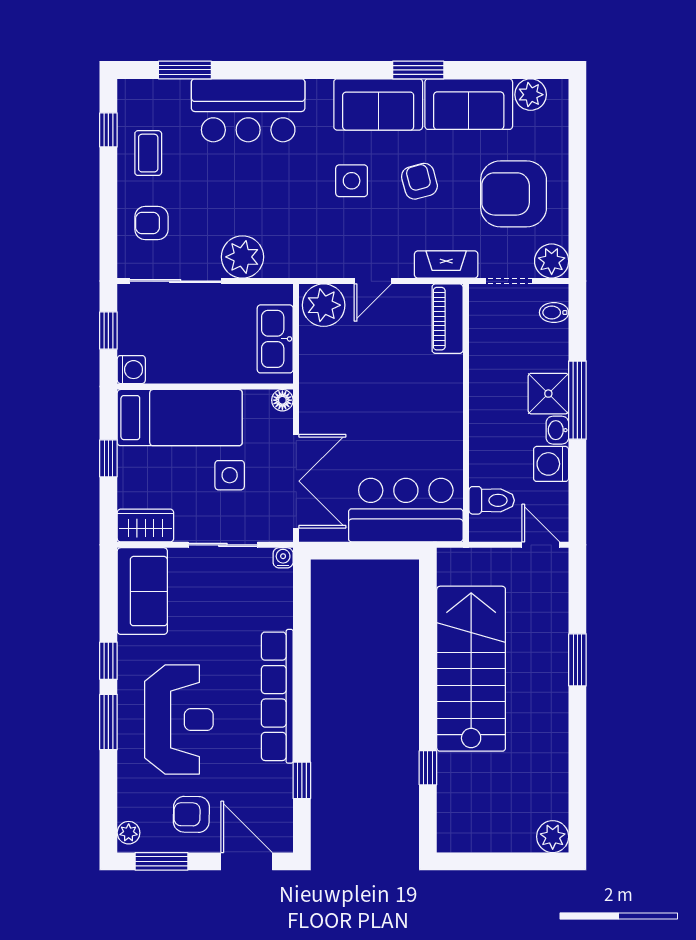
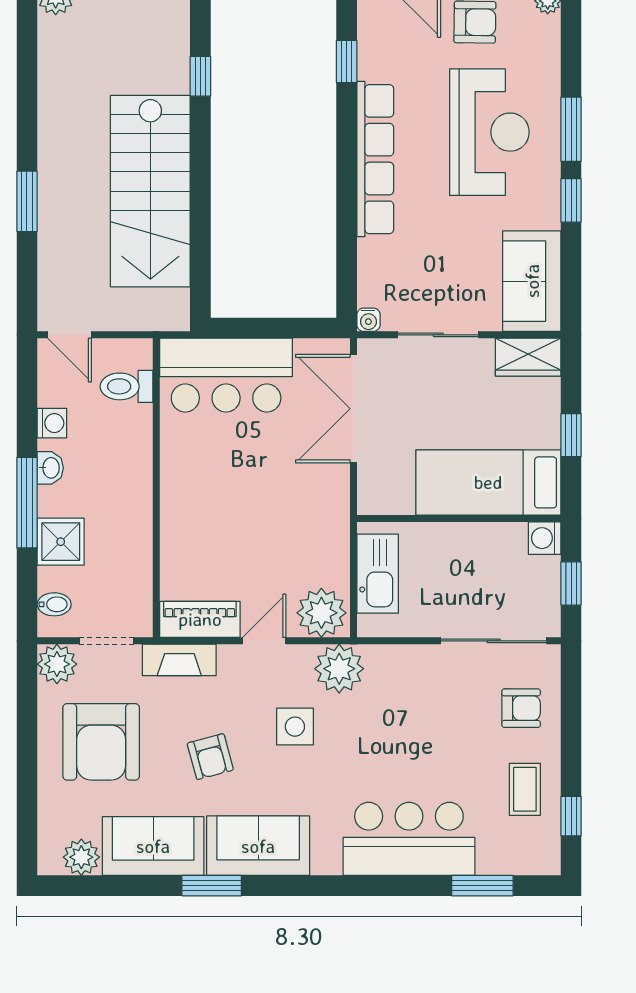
side table: (352, 181) -> (295, 727), moved
armchair: (514, 194) -> (101, 742), turned 90
plant: (242, 257) -> (339, 669), moved
piano: (448, 319) -> (200, 619), moved, turned -90
shower: (548, 394) -> (61, 542), moved
floor lamp: (282, 400) -> (369, 503), removed
washing machine: (551, 464) -> (52, 423), width x0.73, depth x0.73
side table: (230, 475) -> (430, 416), removed
reception desk: (179, 720) -> (489, 132), turned 180

